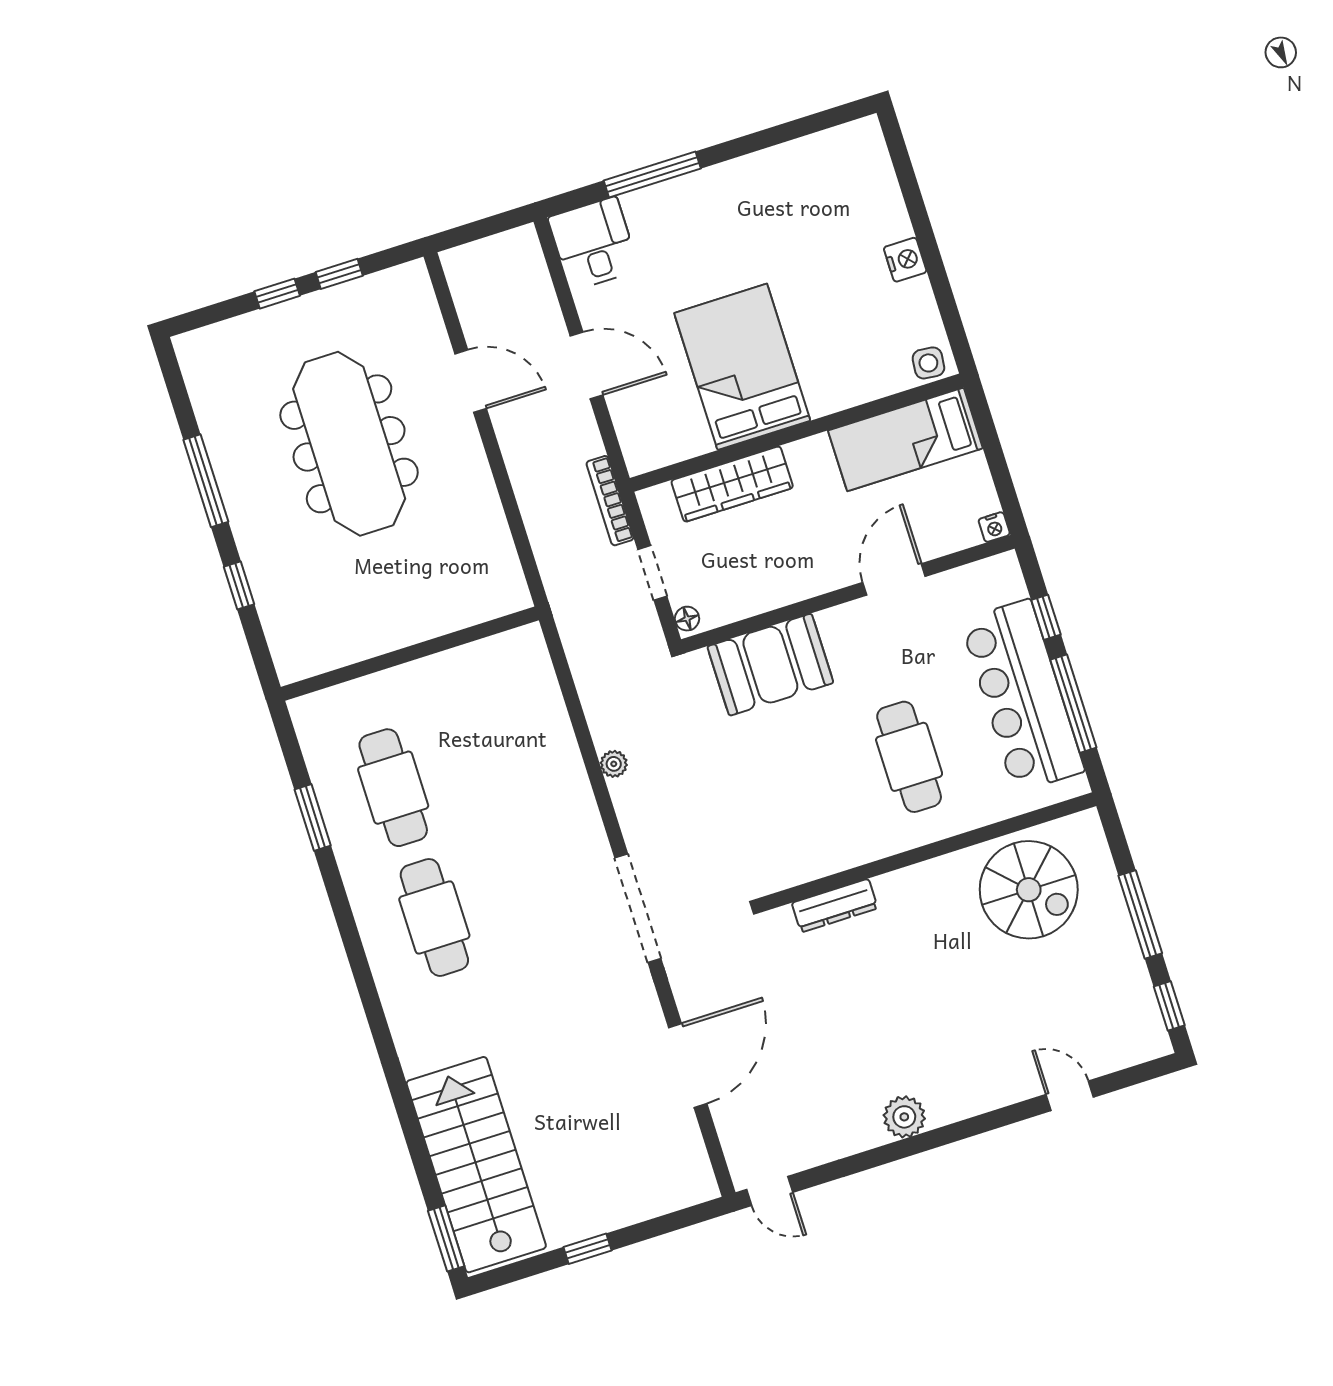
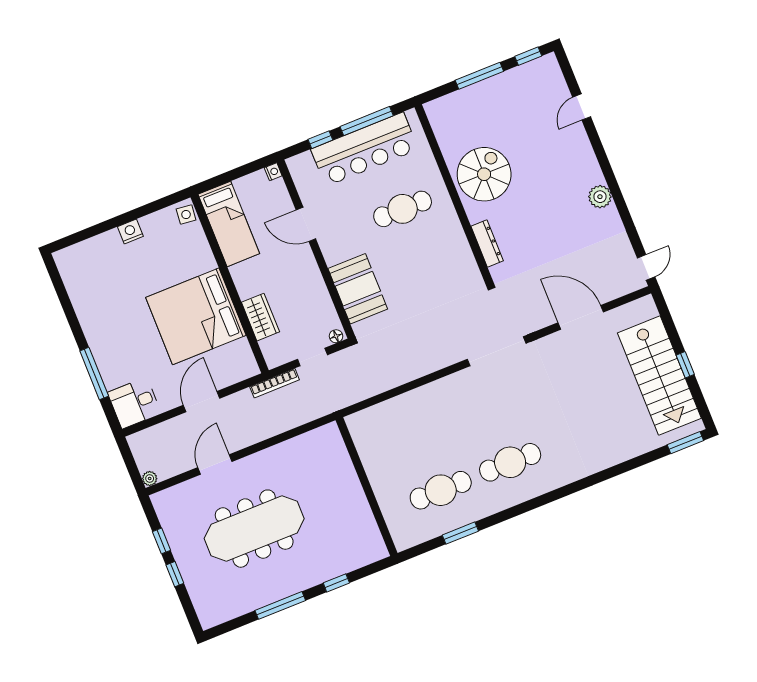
bed: (742, 367) -> (196, 316), width x1.36
wardrobe: (732, 484) -> (260, 317), width x0.67
plant: (614, 764) -> (150, 478), moved
spiral stairs: (1029, 890) -> (484, 174), moved
stairs: (476, 1165) -> (659, 376), moved, turned -90

